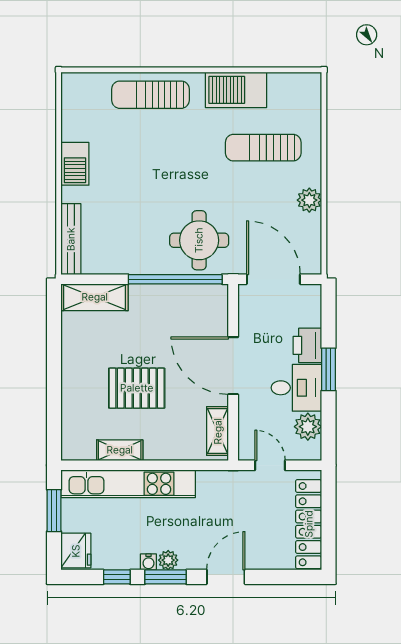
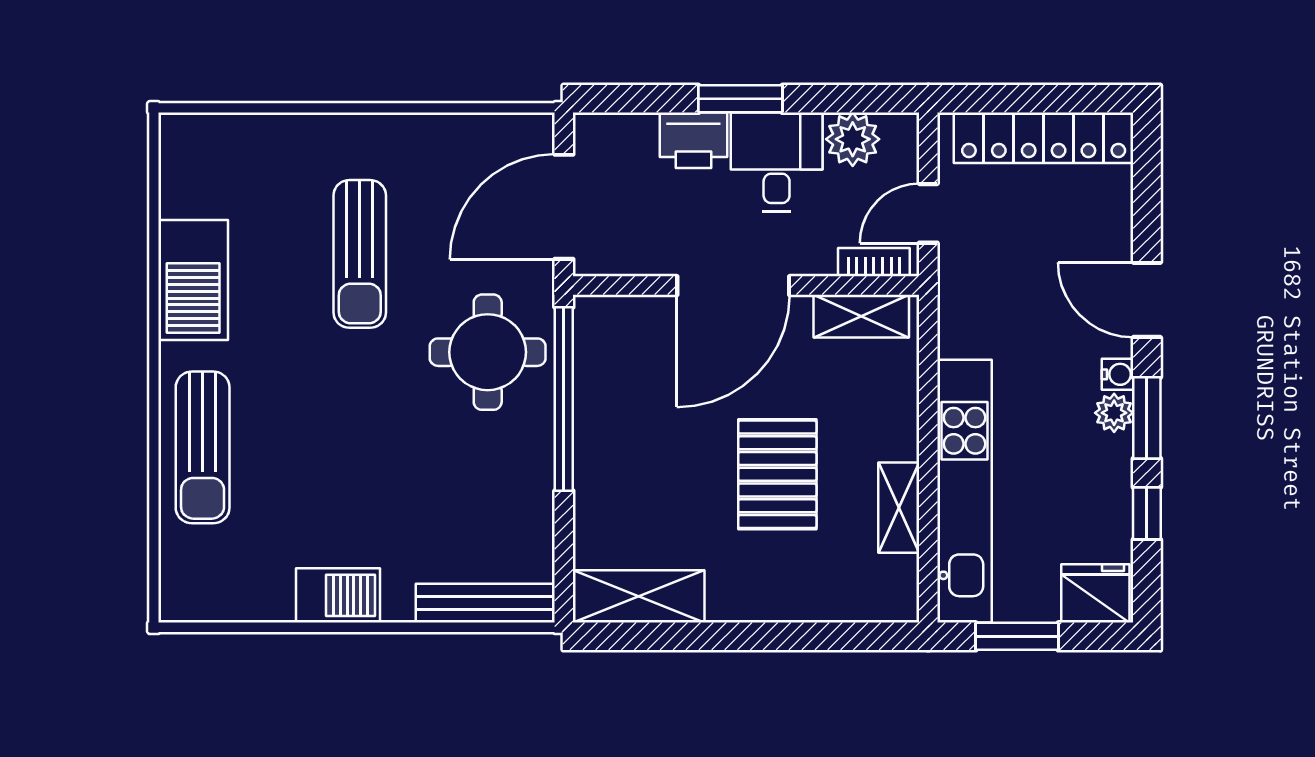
sun lounger: (263, 148) -> (360, 254), moved
plant: (309, 200) -> (409, 136), removed
shelving: (95, 297) -> (639, 596), moved, turned 90
bookcase: (245, 438) -> (874, 262), added
water cooler: (148, 562) -> (1118, 374), moved

